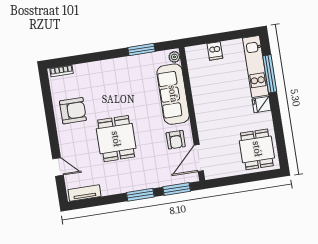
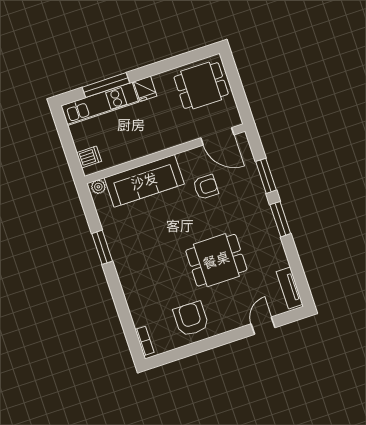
plant: (174, 57) -> (98, 187), moved
sofa: (173, 94) -> (144, 181), moved
wall: (192, 114) -> (165, 154), moved
door: (199, 158) -> (217, 136), moved

